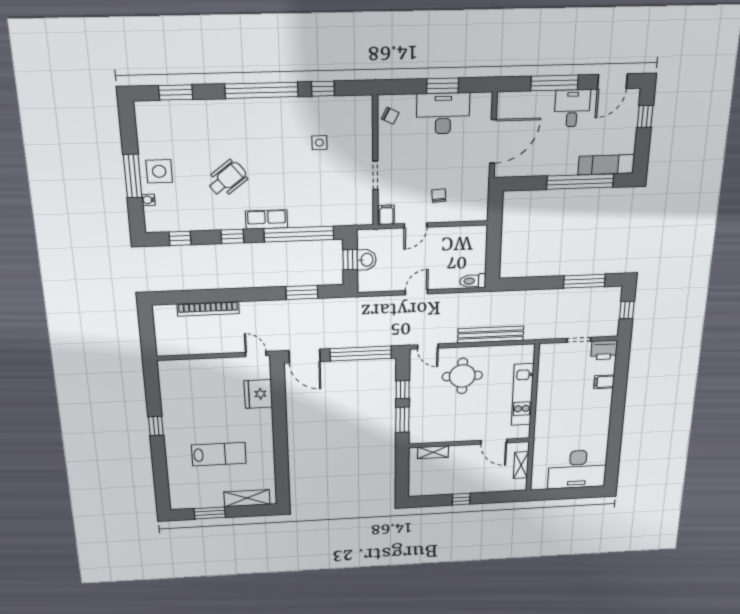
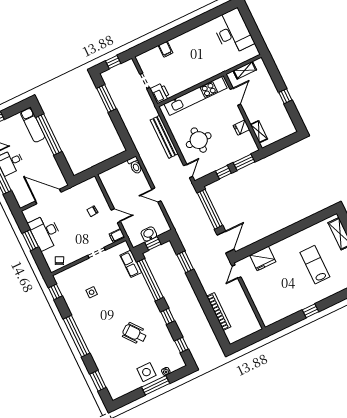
window: (323, 89) -> (55, 292), moved
row of seats: (267, 219) -> (131, 264), moved
printer: (604, 350) -> (160, 93), moved
kitchen unit: (523, 395) -> (196, 96), width x1.36
fridge: (450, 434) -> (241, 128), added

